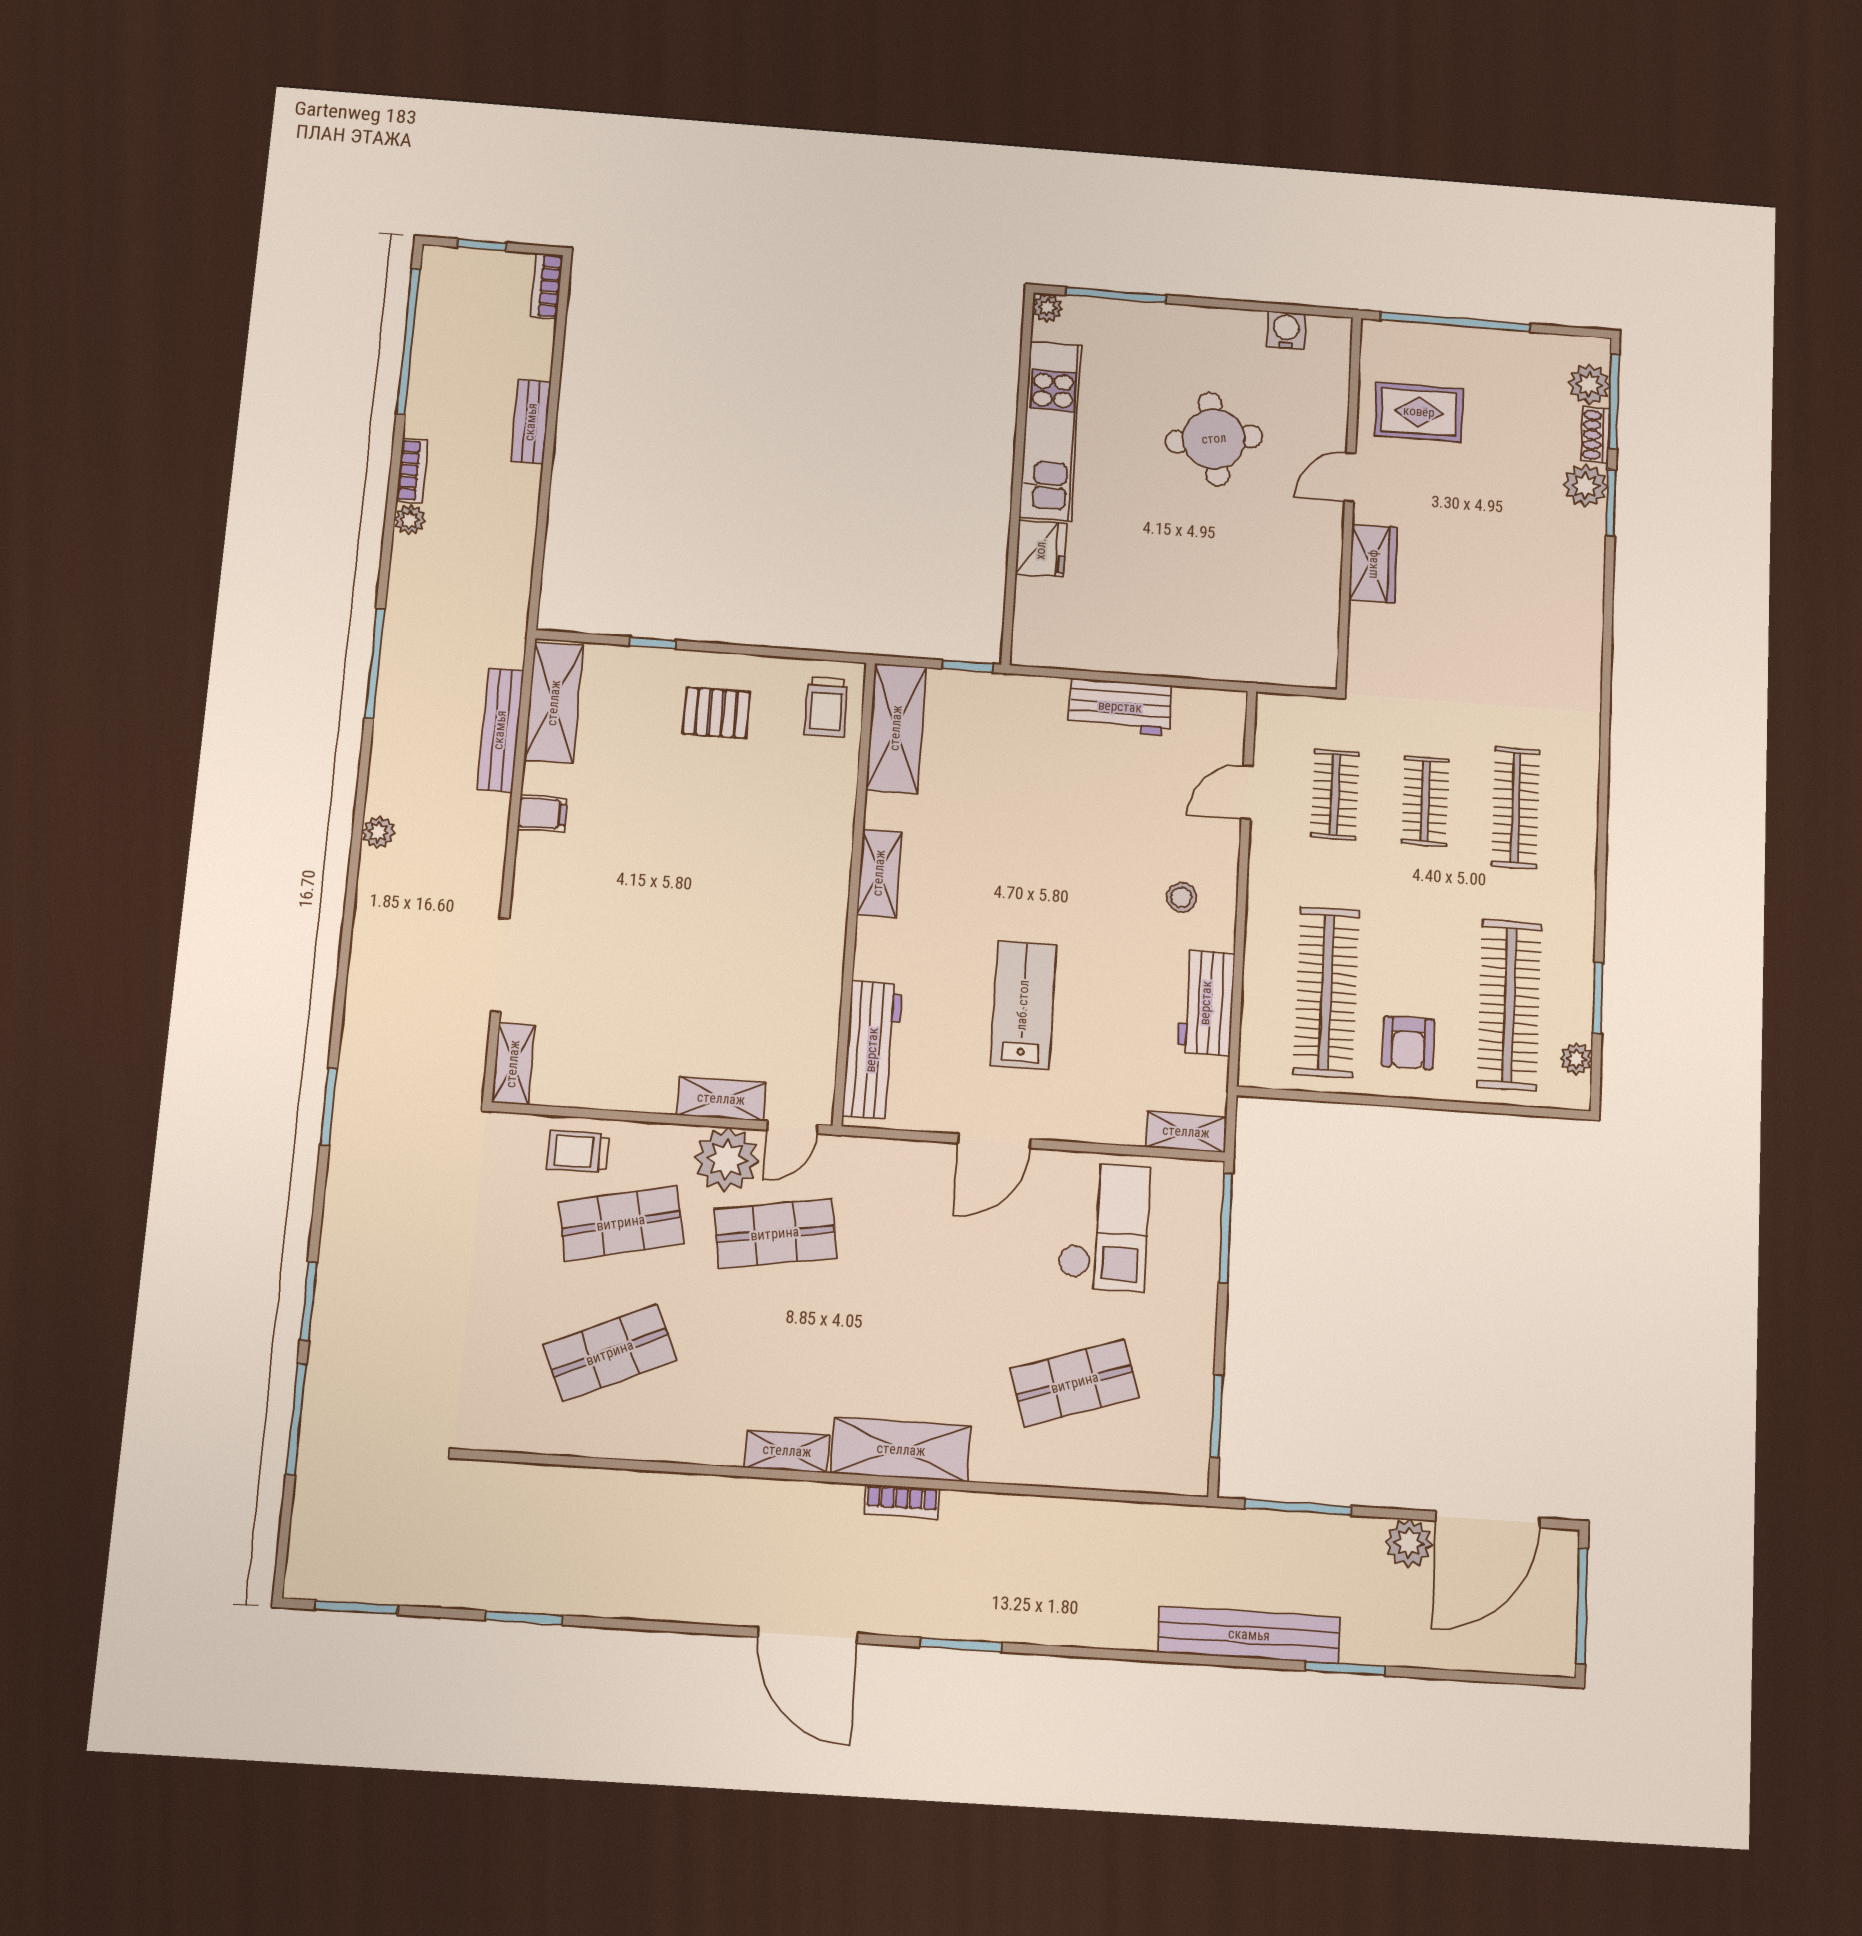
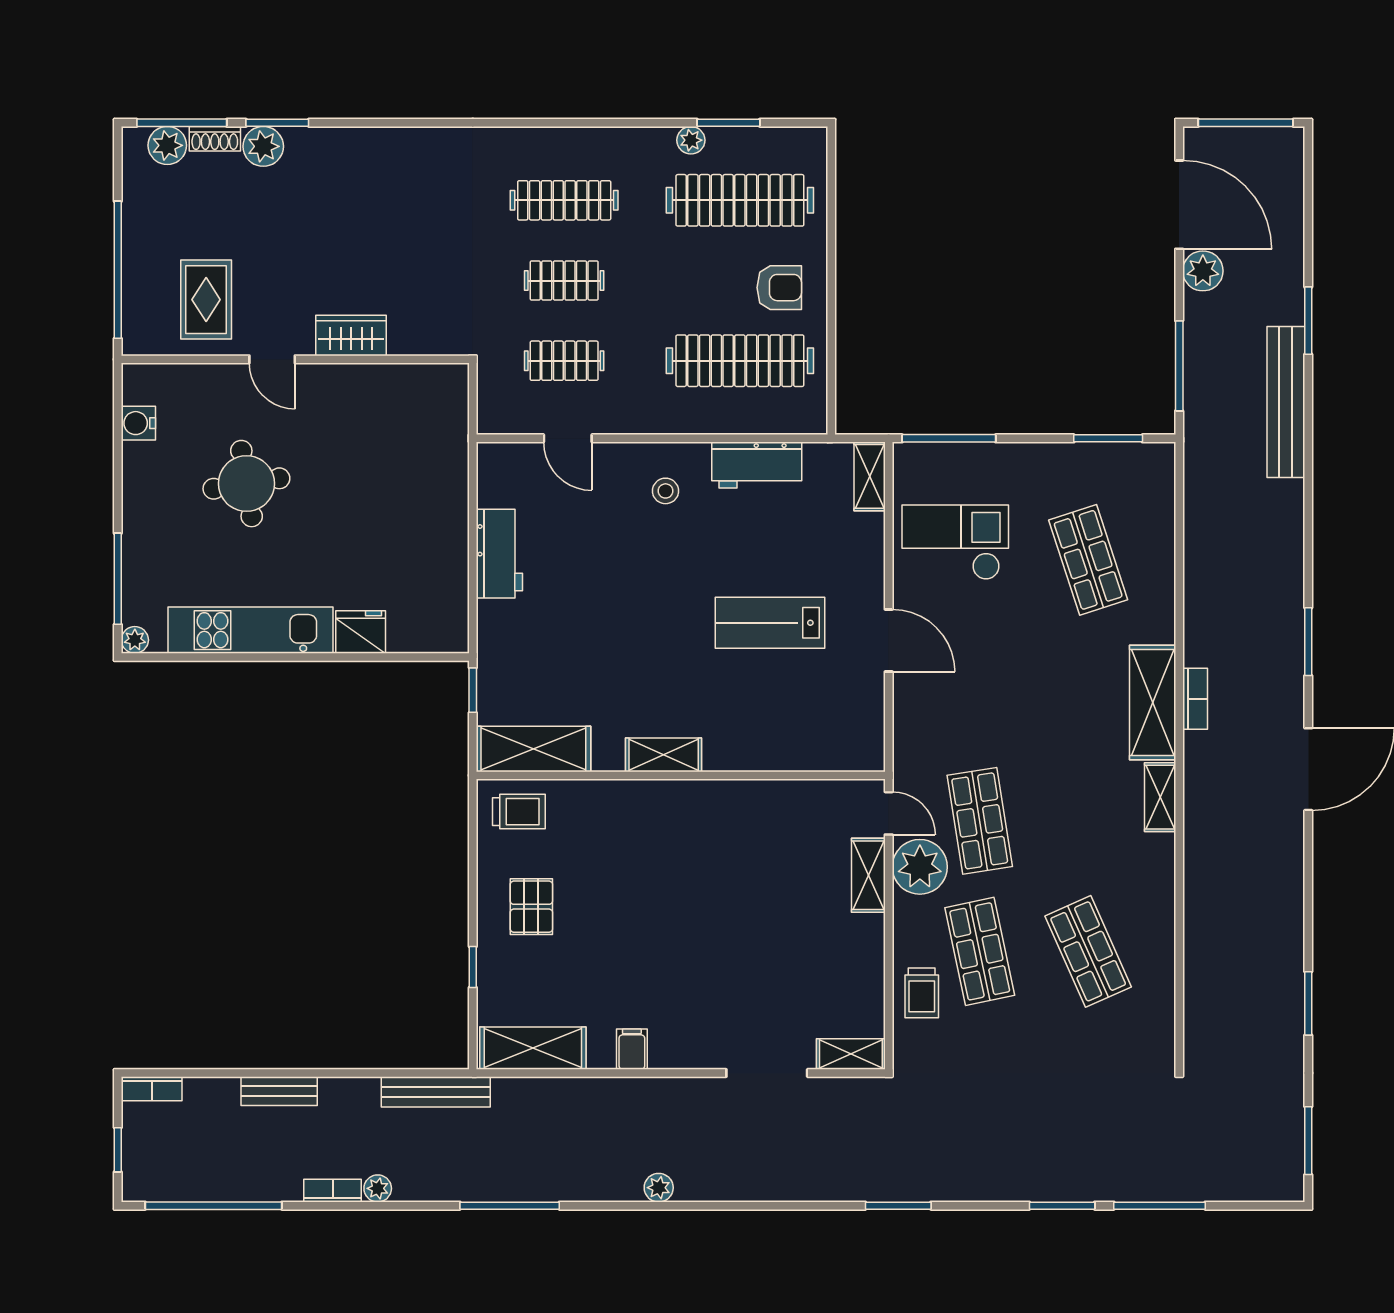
bench: (500, 730) -> (436, 1092), moved
workbench: (872, 1050) -> (818, 750), removed
plant: (1576, 1059) -> (691, 140), moved

